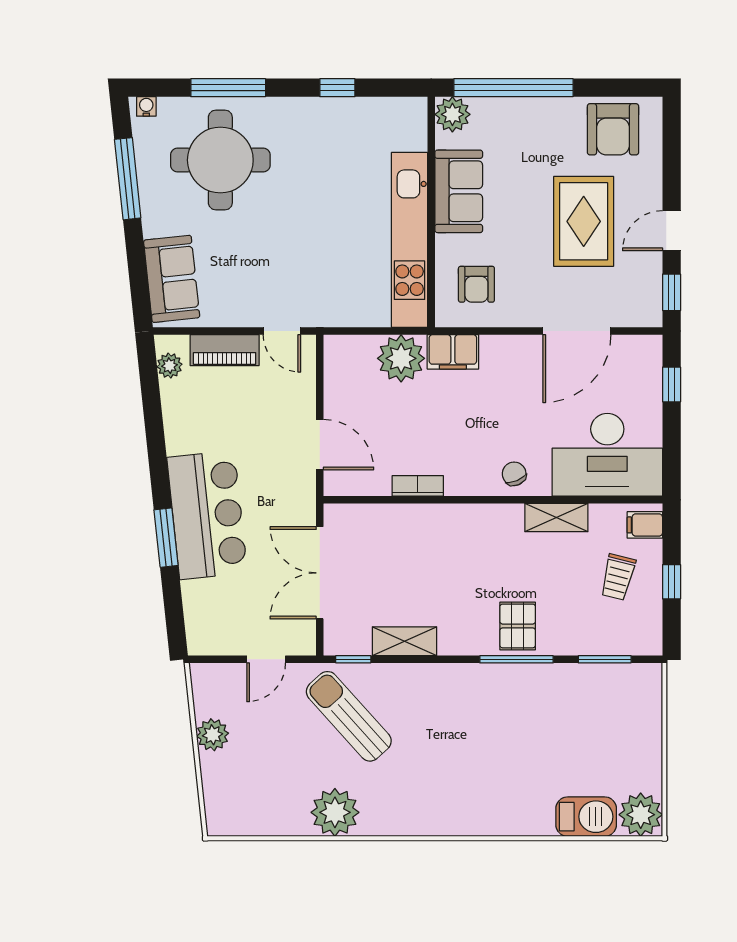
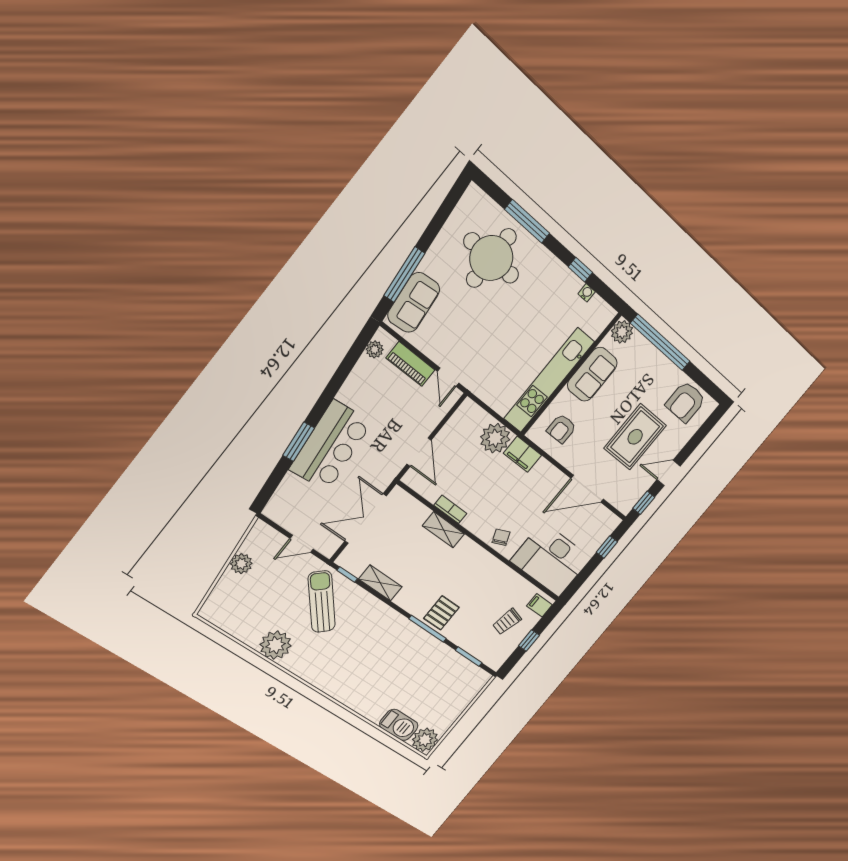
water cooler: (146, 106) -> (587, 293), moved
window: (128, 179) -> (404, 274), moved
shelving: (556, 518) -> (443, 530), moved

